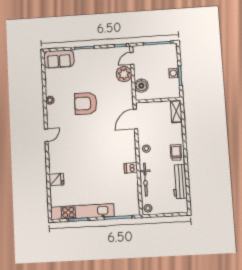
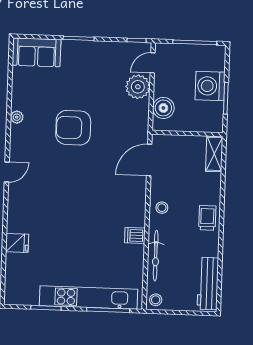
washing machine: (174, 73) -> (210, 86), width x1.89, depth x1.89
workbench: (180, 182) -> (208, 283), moved
kitchen unit: (83, 212) -> (88, 298), moved

